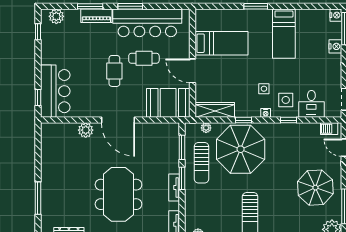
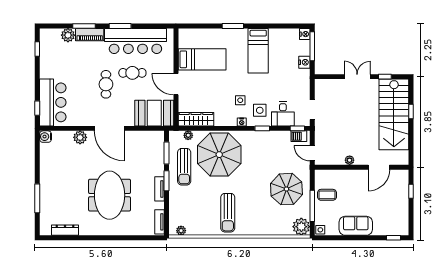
plant: (56, 16) -> (68, 35), moved
window: (243, 120) -> (297, 128), moved
water cooler: (47, 129) -> (46, 137), added

